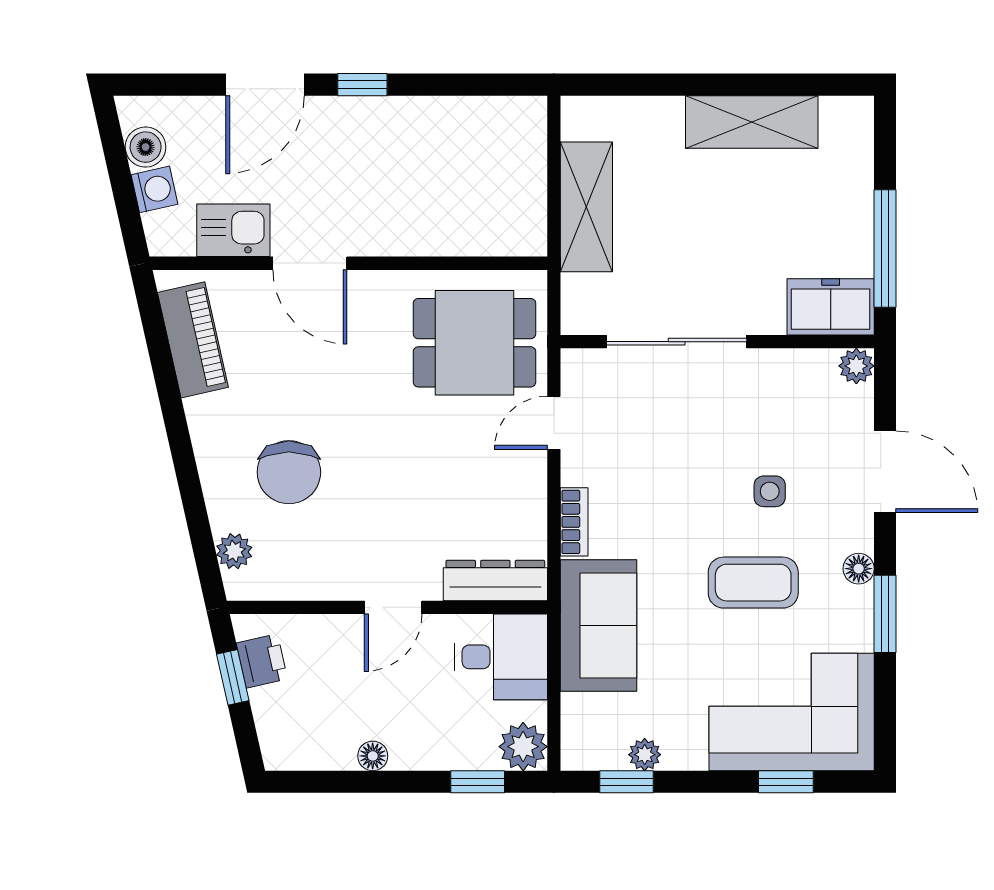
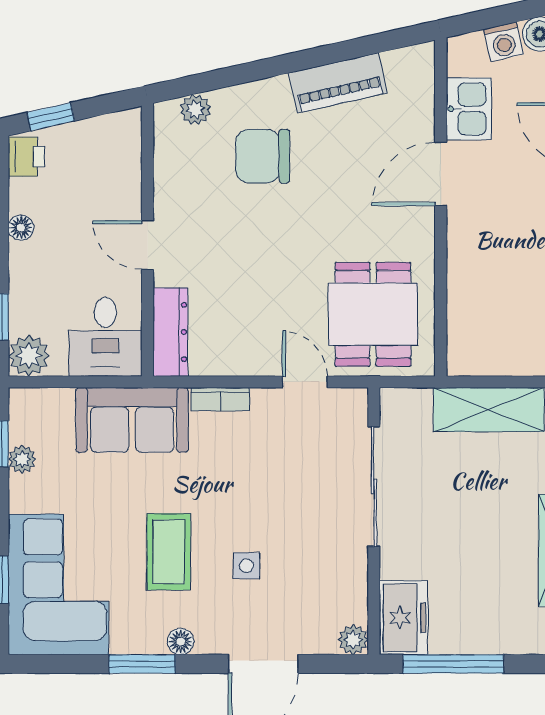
piano: (193, 340) -> (338, 83), moved
printer: (262, 661) -> (26, 157), moved, turned -77
window: (233, 677) -> (51, 117), moved

